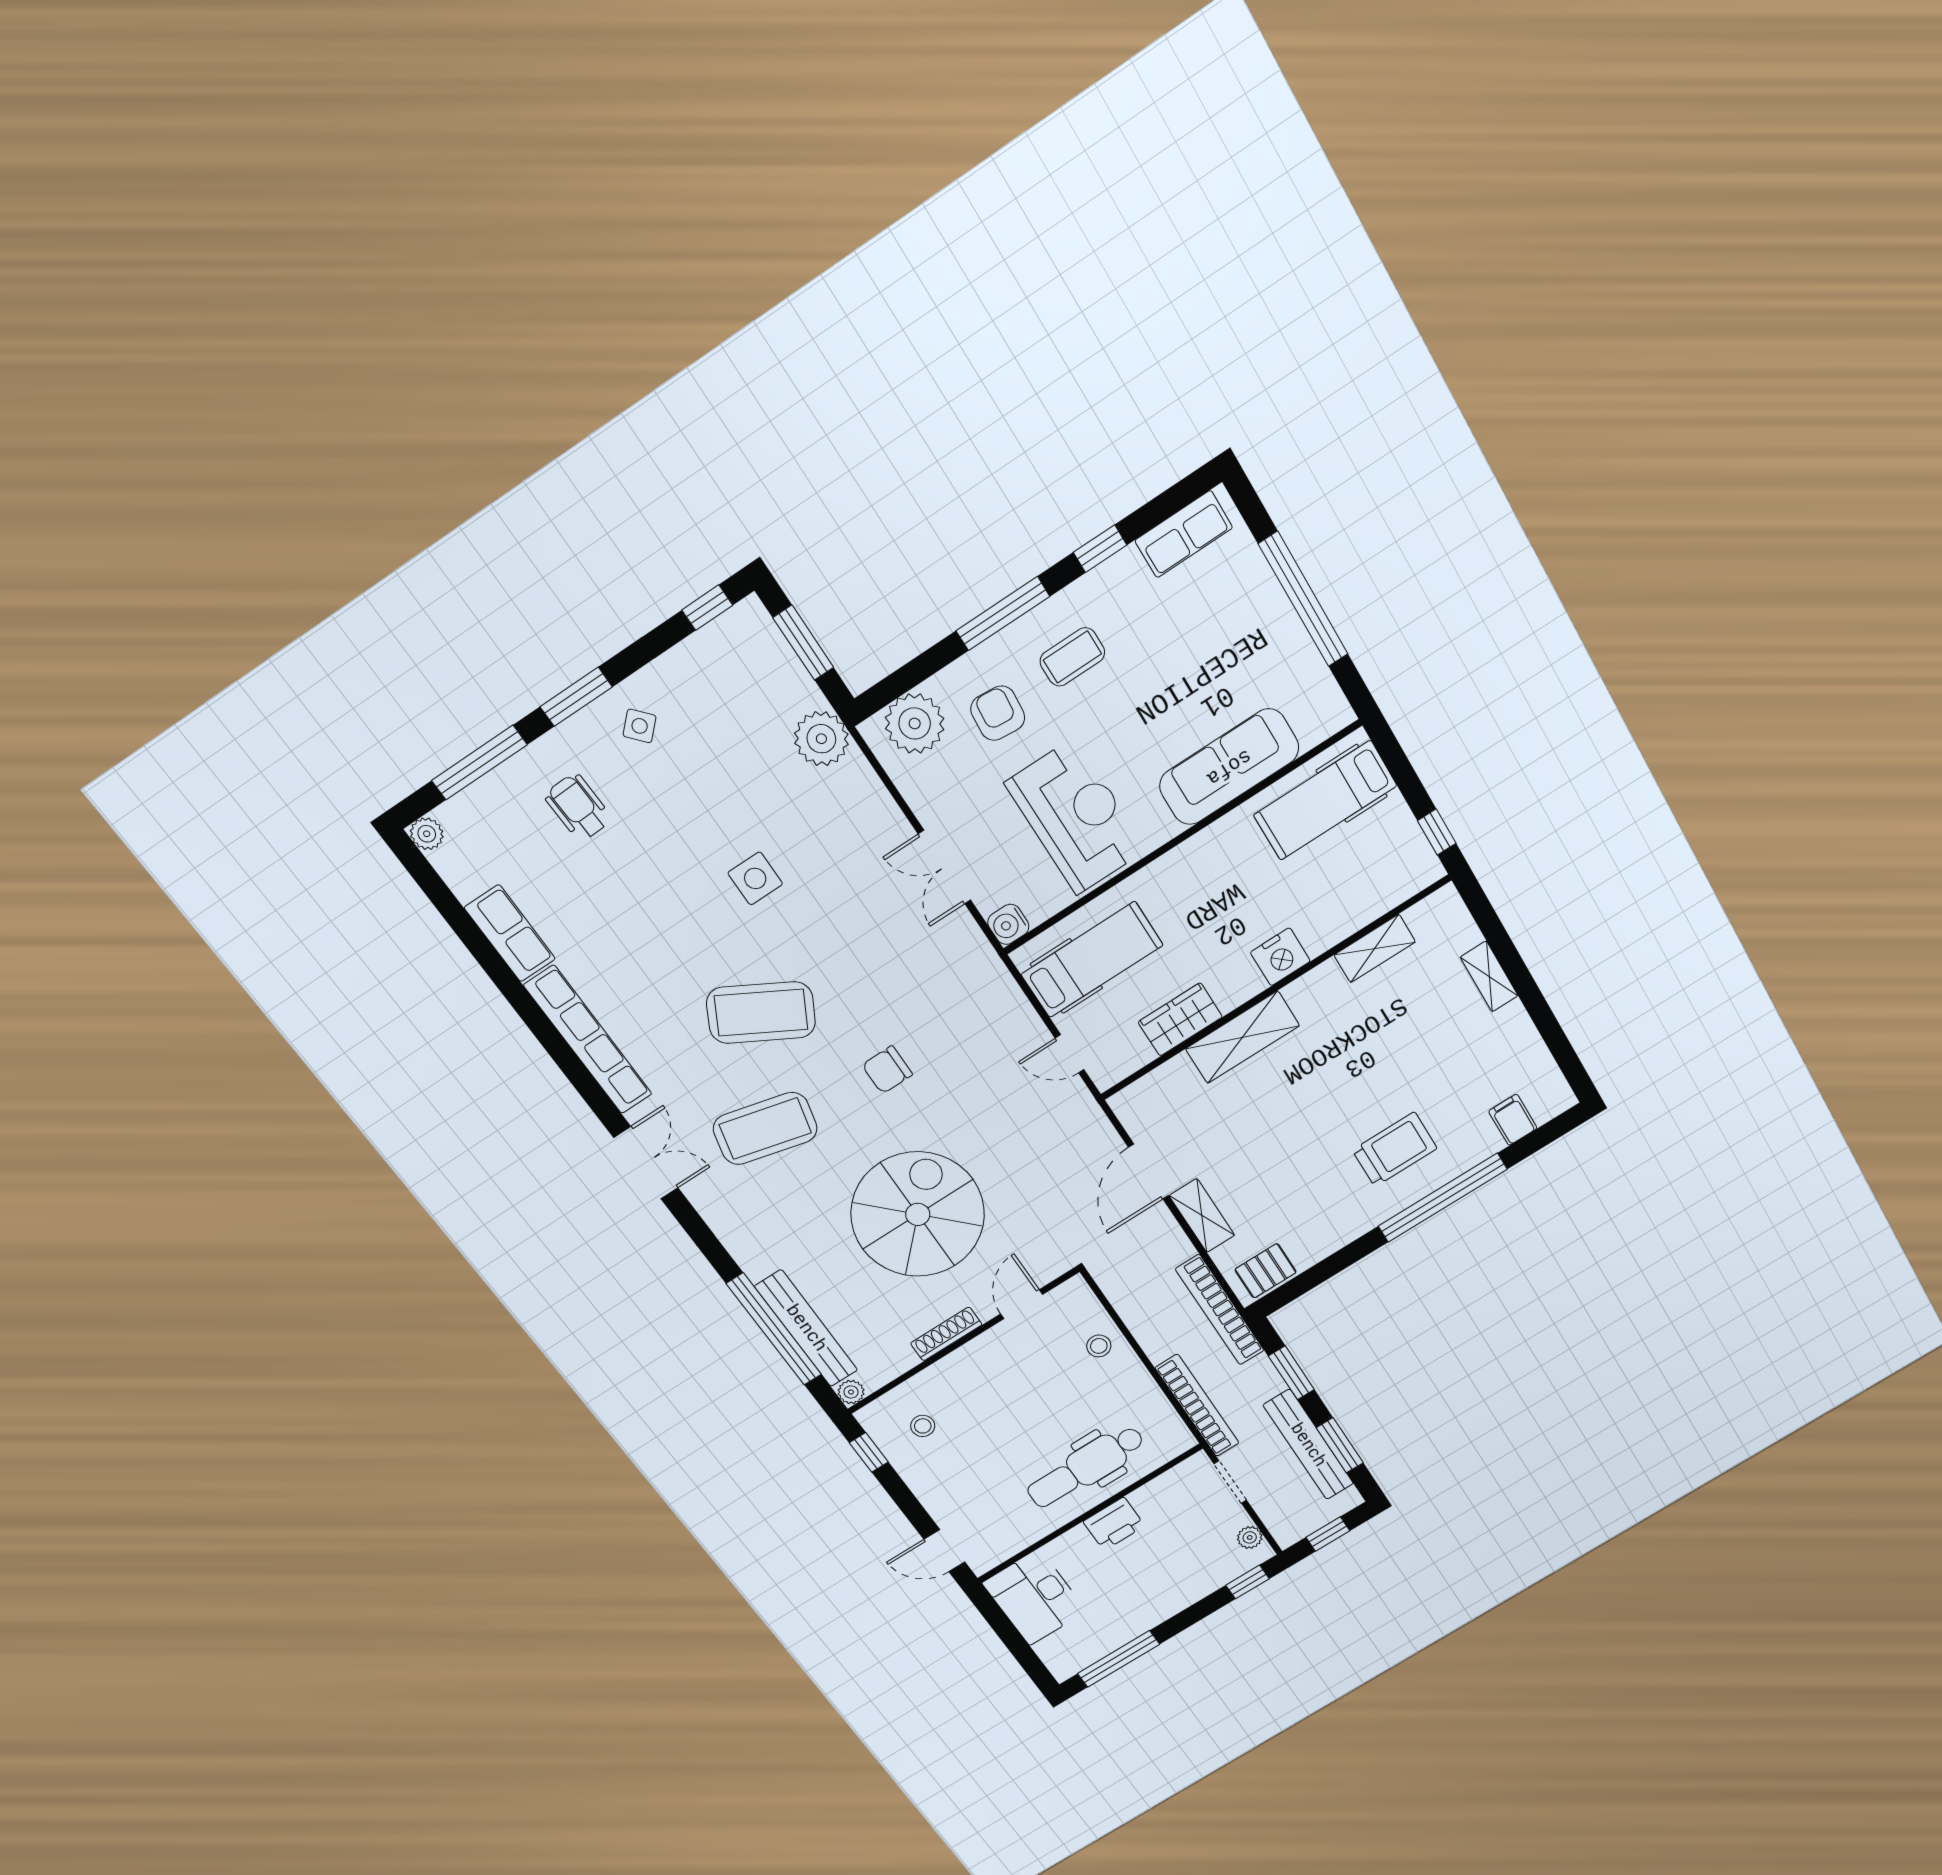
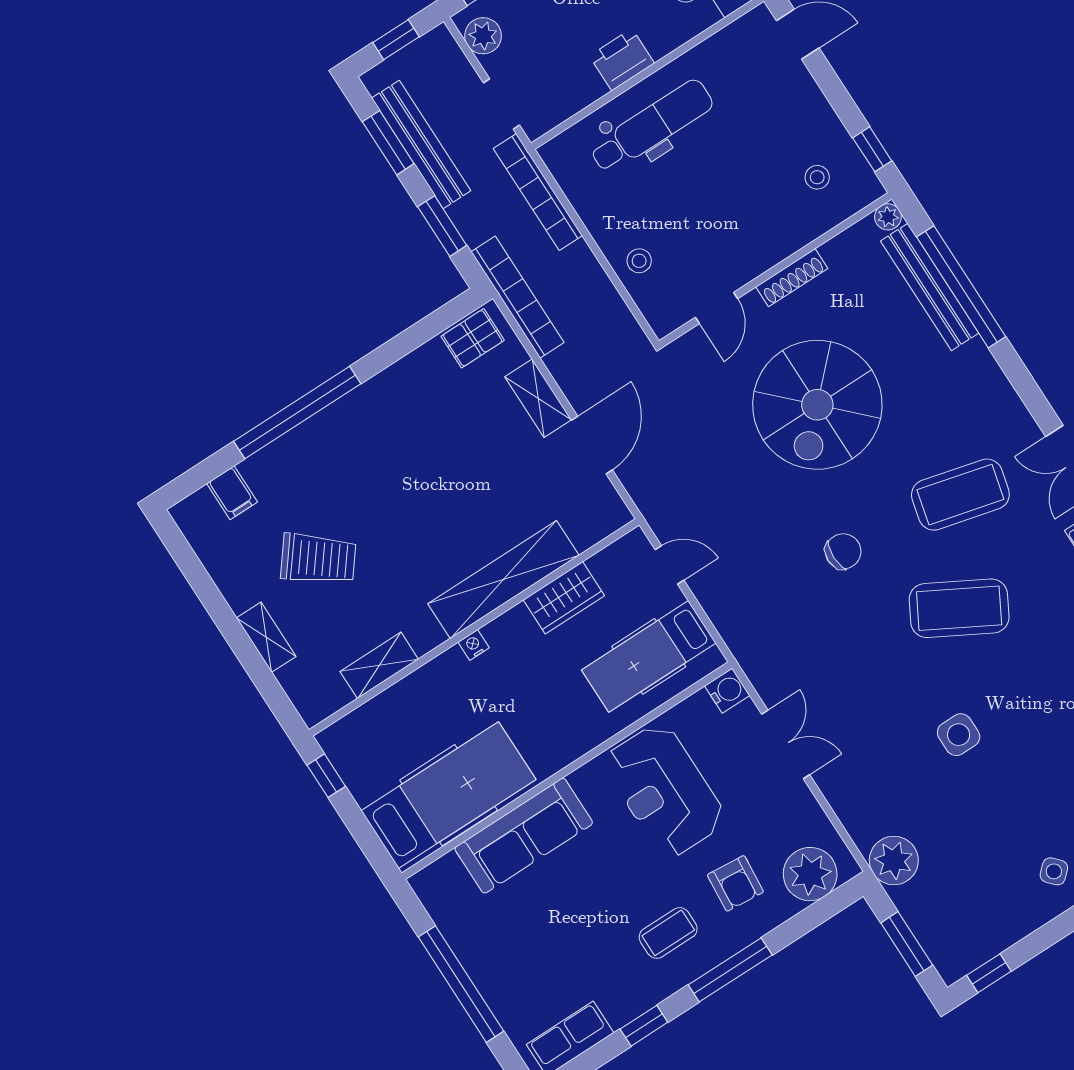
hospital bed: (1325, 800) -> (448, 795), width x1.37, depth x1.29
nightstand: (1280, 957) -> (474, 645), width x0.53, depth x0.56
shelving: (1243, 1037) -> (503, 580), width x1.47
trolley: (1395, 1149) -> (318, 559), moved, turned -142
plant: (1250, 1537) -> (483, 36), width x1.38, depth x1.38

